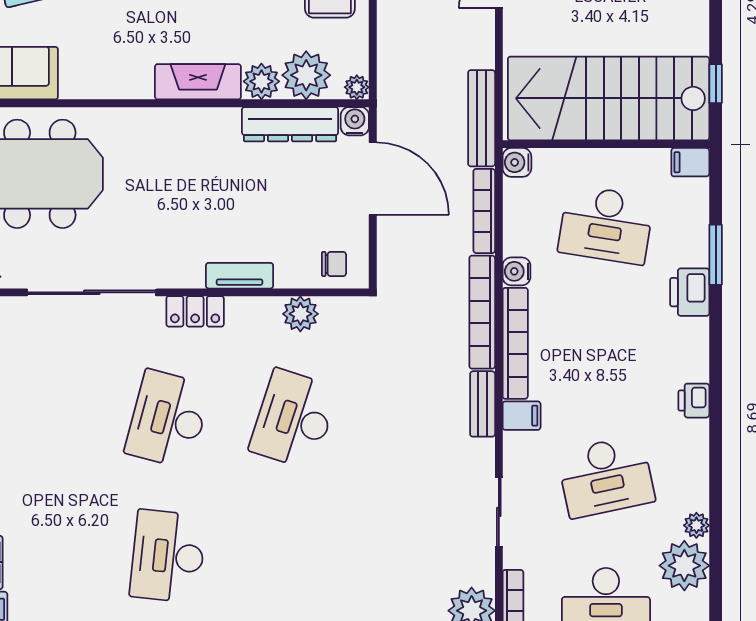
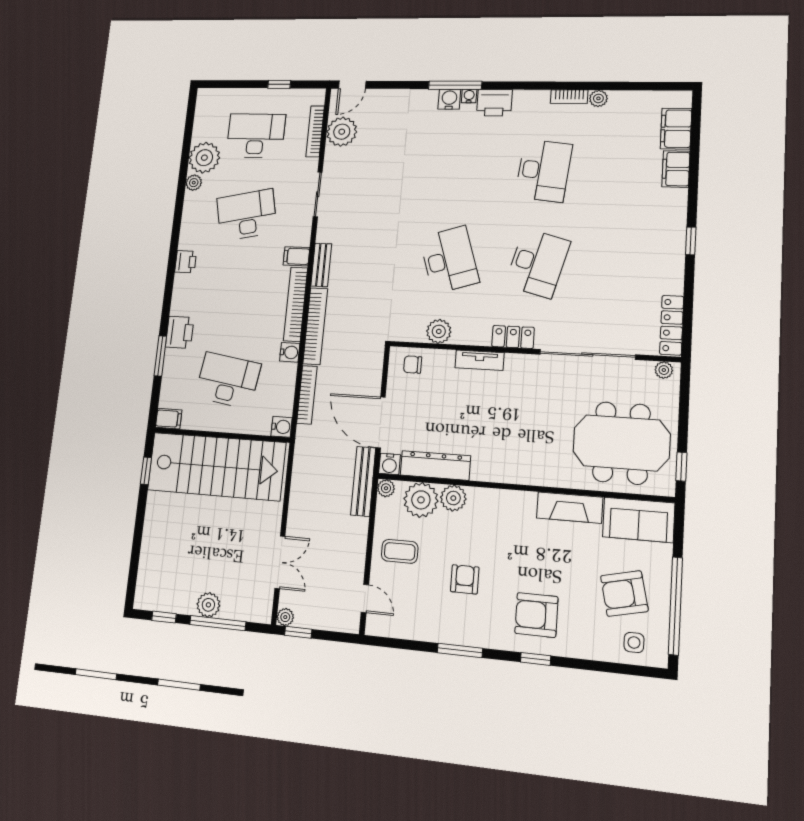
fireplace: (198, 82) -> (570, 508), moved
bench: (482, 118) -> (363, 481), moved
desk: (294, 419) -> (449, 260), turned -36

